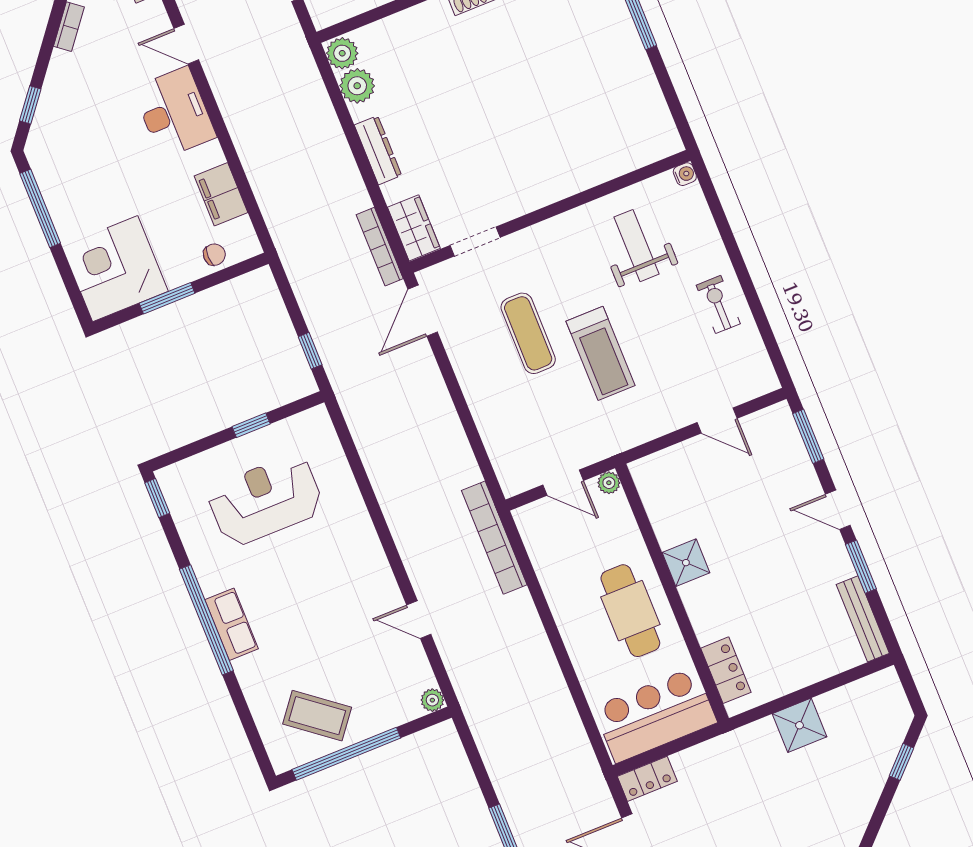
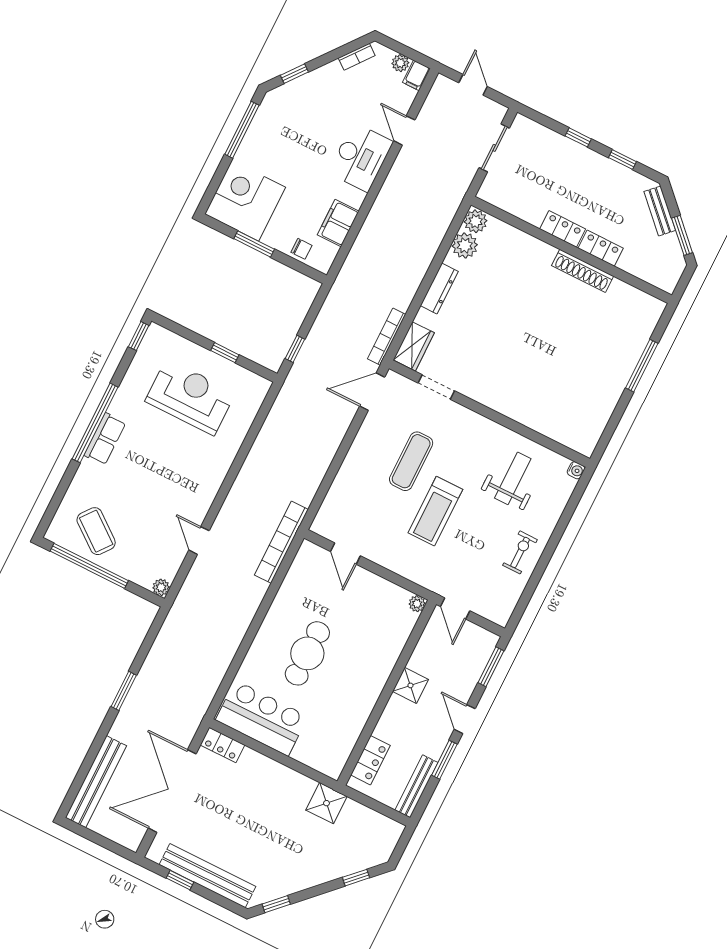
plant: (609, 483) -> (417, 604), moved
shower: (686, 563) -> (410, 685), moved
wall: (672, 593) -> (387, 693), moved
locker: (726, 670) -> (370, 760), moved

